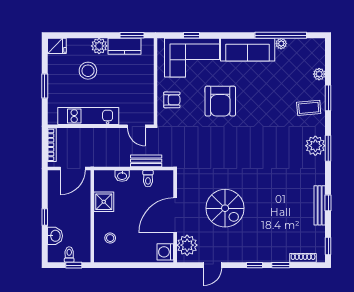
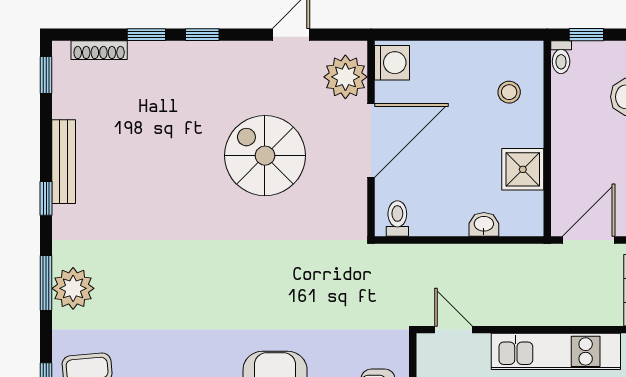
bench: (146, 161) -> (433, 256), removed
toilet: (148, 179) -> (397, 219), moved
window: (328, 203) -> (46, 198), moved
toilet: (69, 254) -> (561, 57), moved

